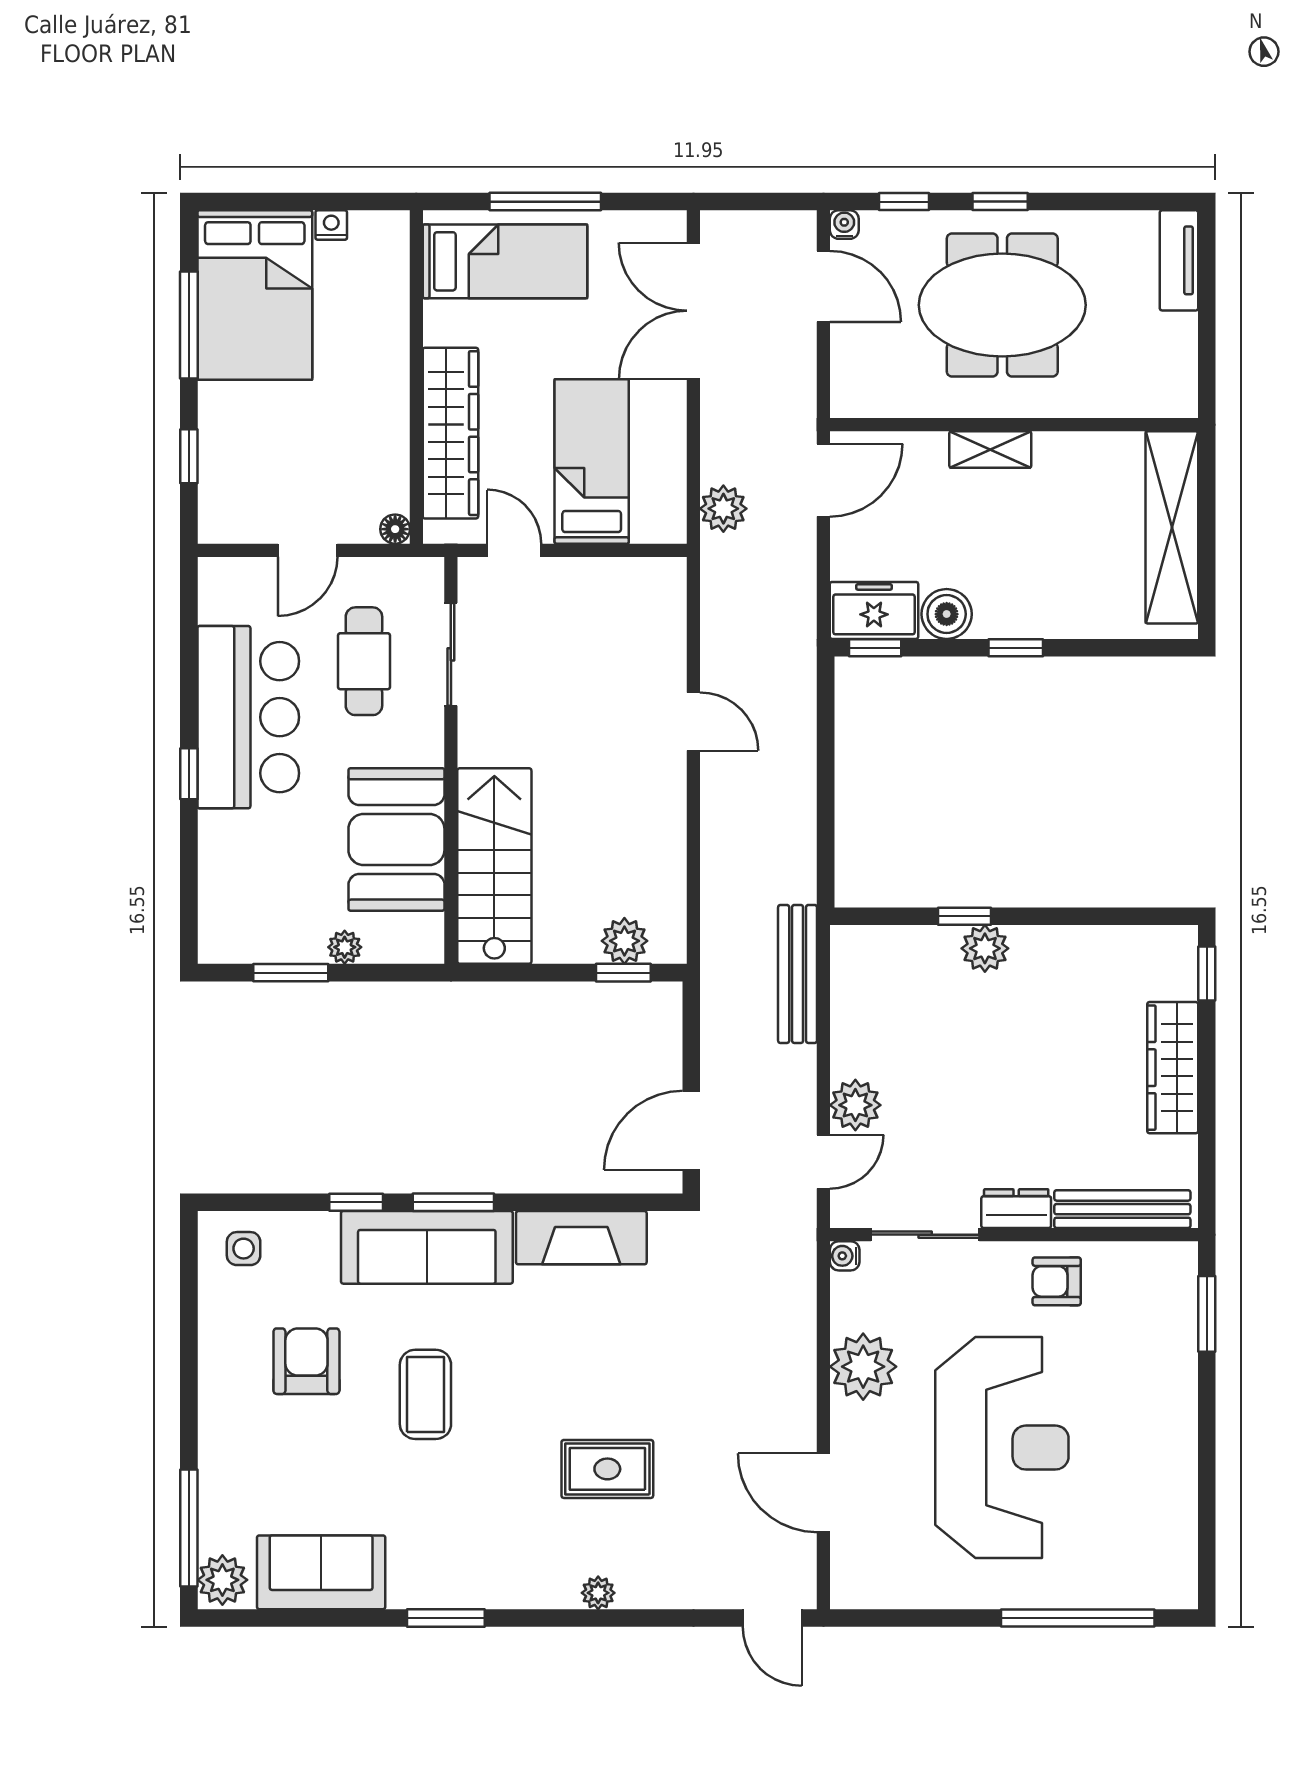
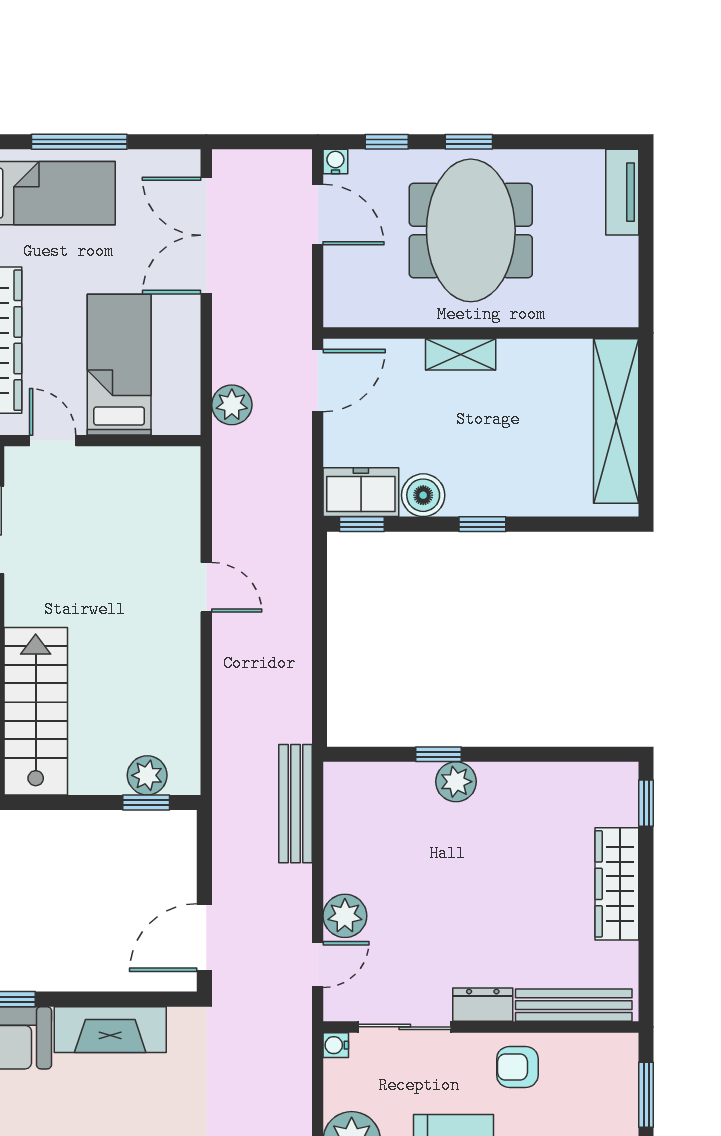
meeting table: (1002, 305) -> (471, 230), turned 90

